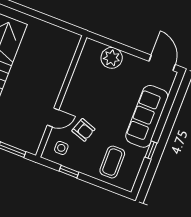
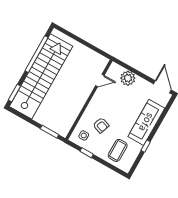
door: (53, 118) -> (100, 80), moved

